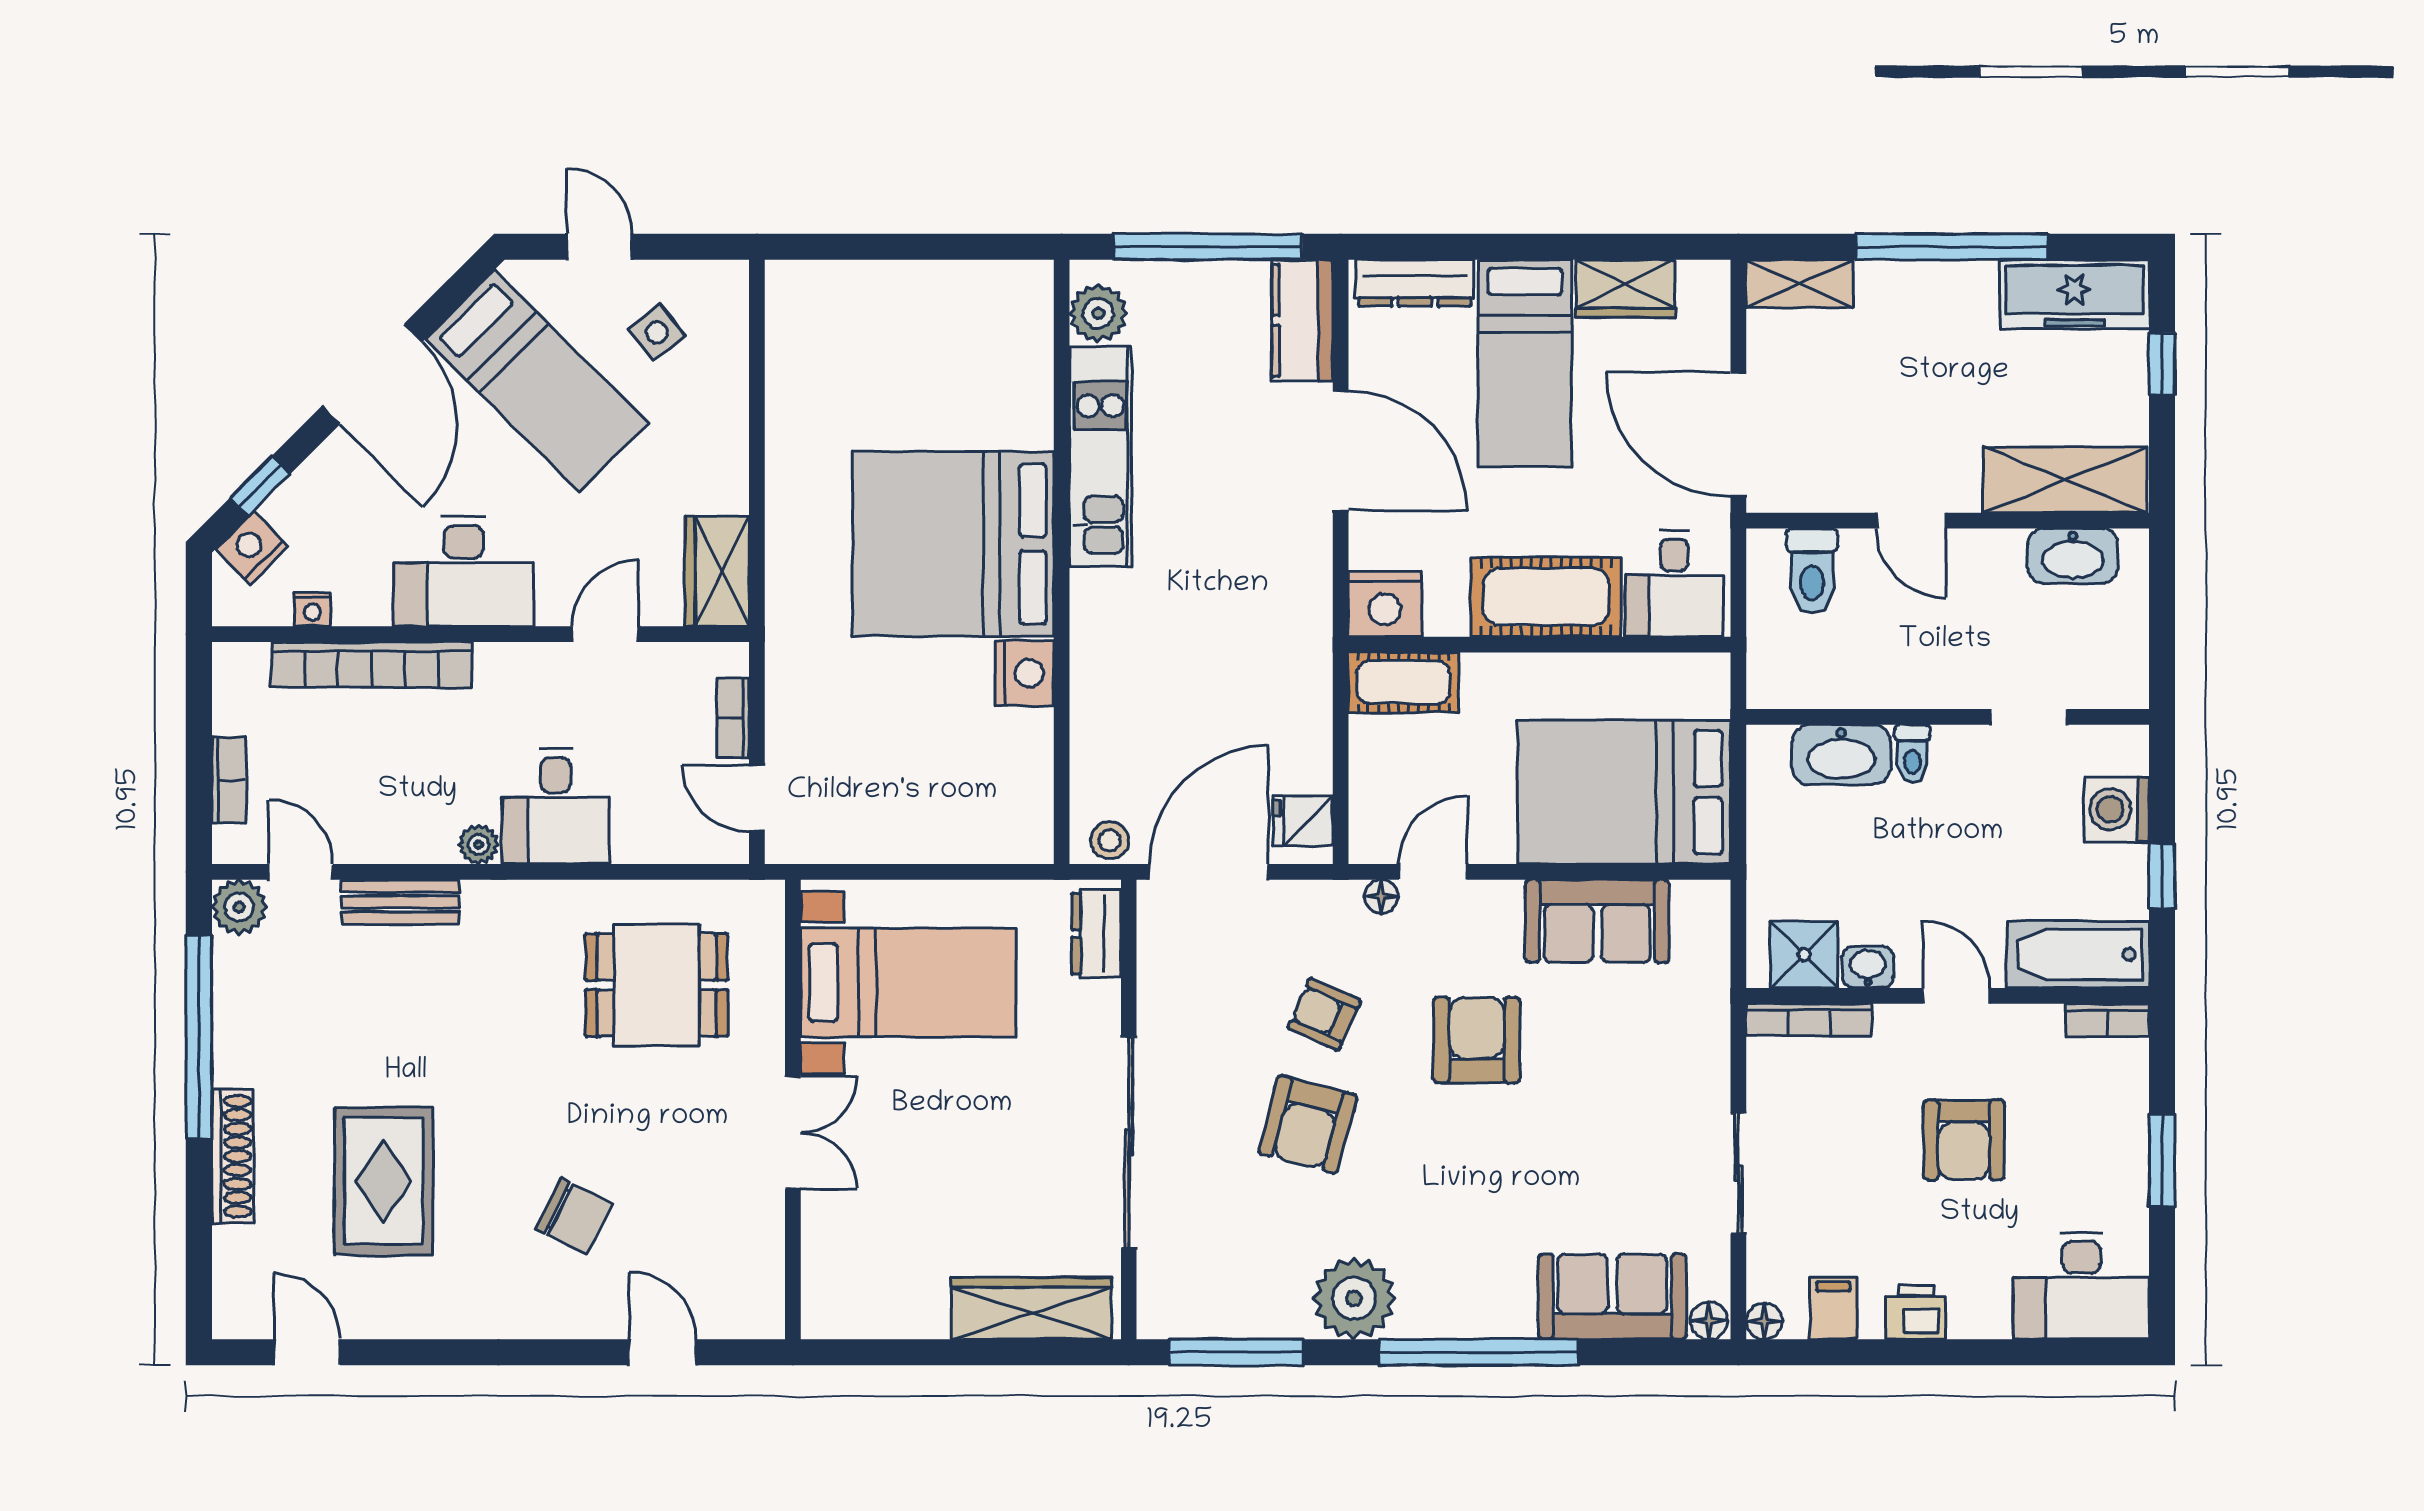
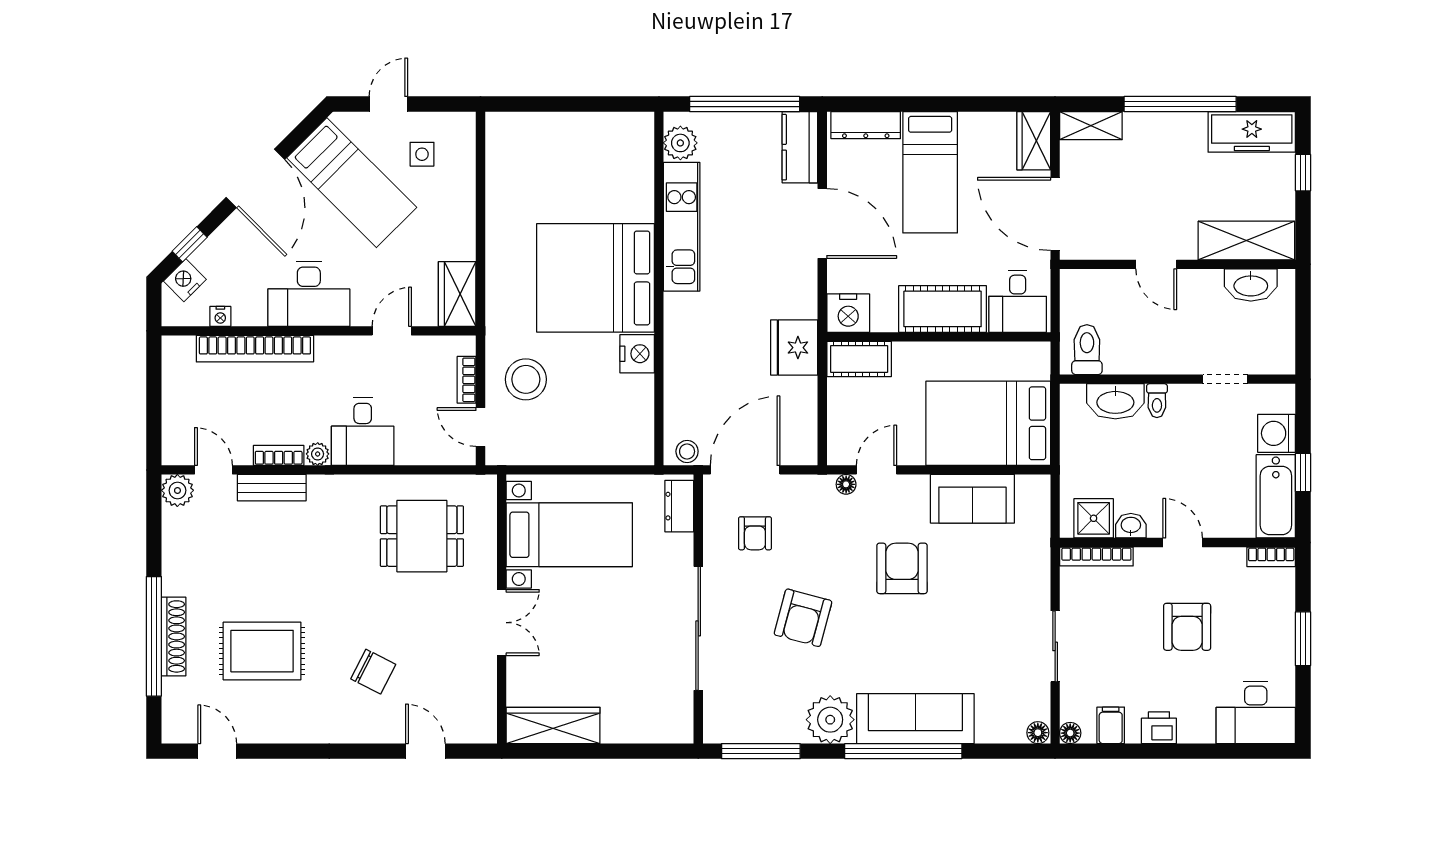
door: (599, 247) -> (388, 104), hinge flipped
wardrobe: (1625, 288) -> (1034, 141), moved, turned 90
side table: (657, 332) -> (422, 154), turned 38
toilet: (1812, 571) -> (1087, 350), moved, turned 180
stool: (834, 717) -> (526, 379), added
bookcase: (229, 780) -> (279, 455), moved, turned -90
fridge: (1303, 821) -> (794, 348), moved, width x1.88, depth x1.34
bathtub: (2078, 955) -> (1276, 496), moved, turned -90
armchair: (1324, 1014) -> (755, 533), moved, turned -114
window: (199, 1037) -> (154, 636), moved
rug: (384, 1181) -> (262, 651), turned 90
sofa: (1612, 1297) -> (915, 719), moved, width x1.36
wardrobe: (1031, 1308) -> (553, 725), moved

